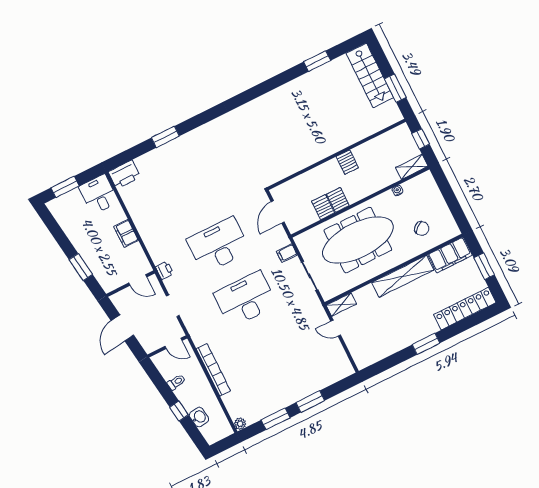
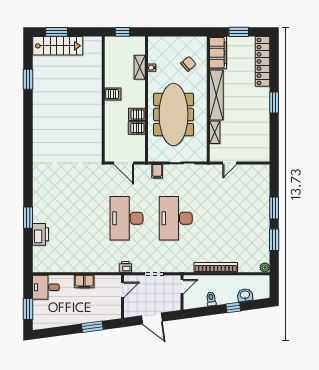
window: (395, 88) -> (57, 32), moved
shelving: (412, 167) -> (140, 67), moved
printer: (124, 174) -> (41, 234), moved
shelving: (341, 305) -> (215, 132), moved

